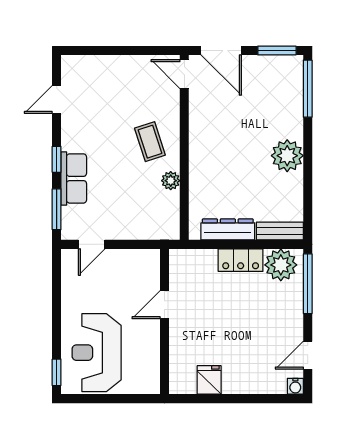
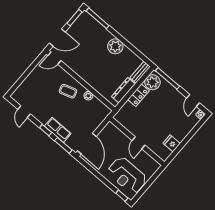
door: (92, 244) -> (87, 144), width x1.88
door: (164, 305) -> (139, 143), moved

